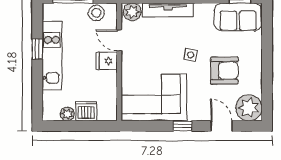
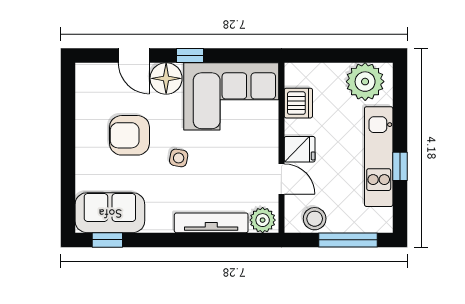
plant: (249, 108) -> (94, 82), removed
floor lamp: (199, 110) -> (166, 78), added
dishwasher: (86, 111) -> (298, 103), moved, turned -90
plant: (68, 114) -> (365, 82), width x1.87, depth x1.87

